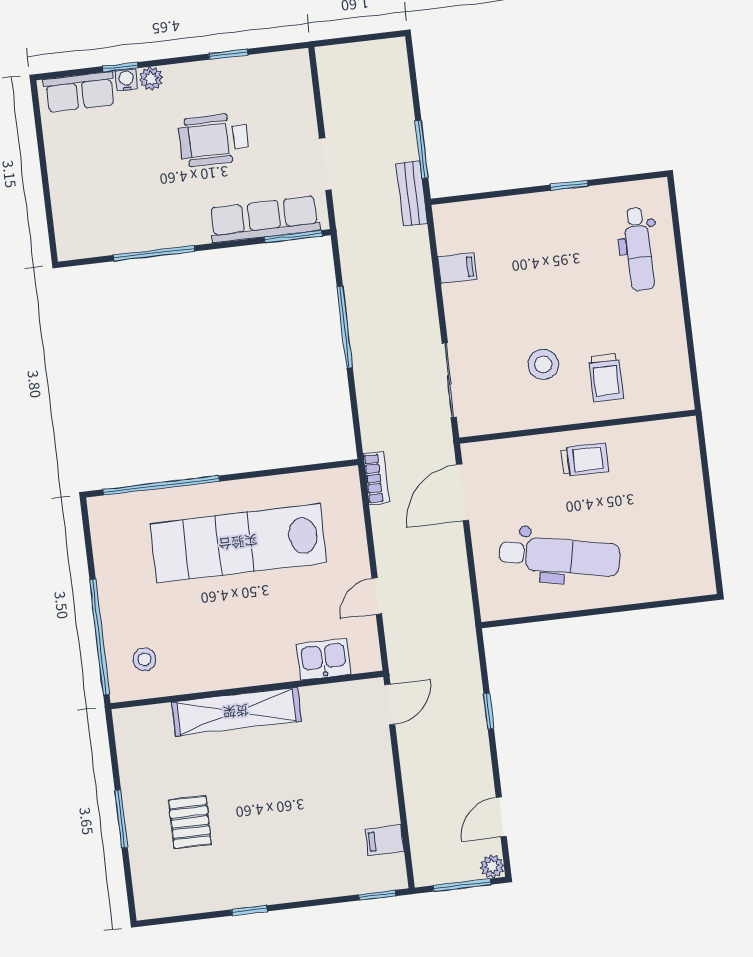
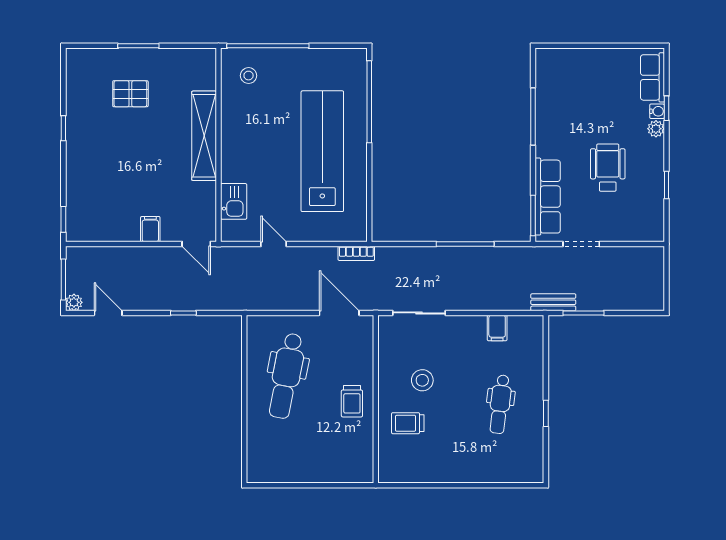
dental chair: (639, 249) -> (500, 404), moved, turned -83
filing cabinet: (385, 840) -> (150, 229), moved

